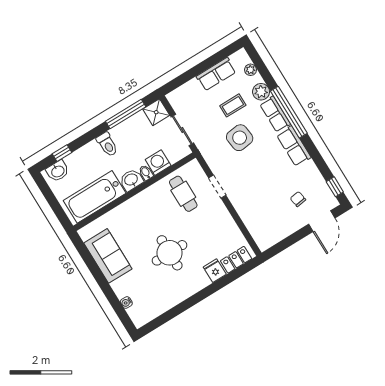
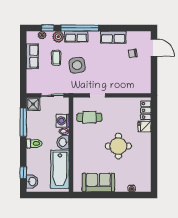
row of seats: (294, 146) -> (113, 37), moved
window: (335, 187) -> (48, 28), moved

